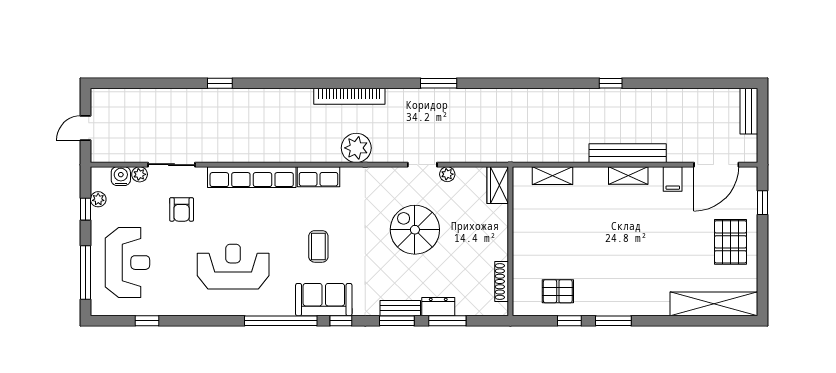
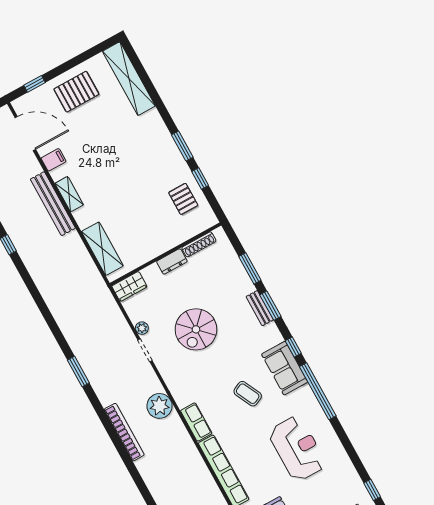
shelving: (552, 176) -> (102, 249), width x1.50, depth x1.33
coffee table: (318, 246) -> (248, 394), turned 64
reception desk: (233, 267) -> (297, 448), turned 180
dresser: (438, 307) -> (172, 261), moved, turned -90

